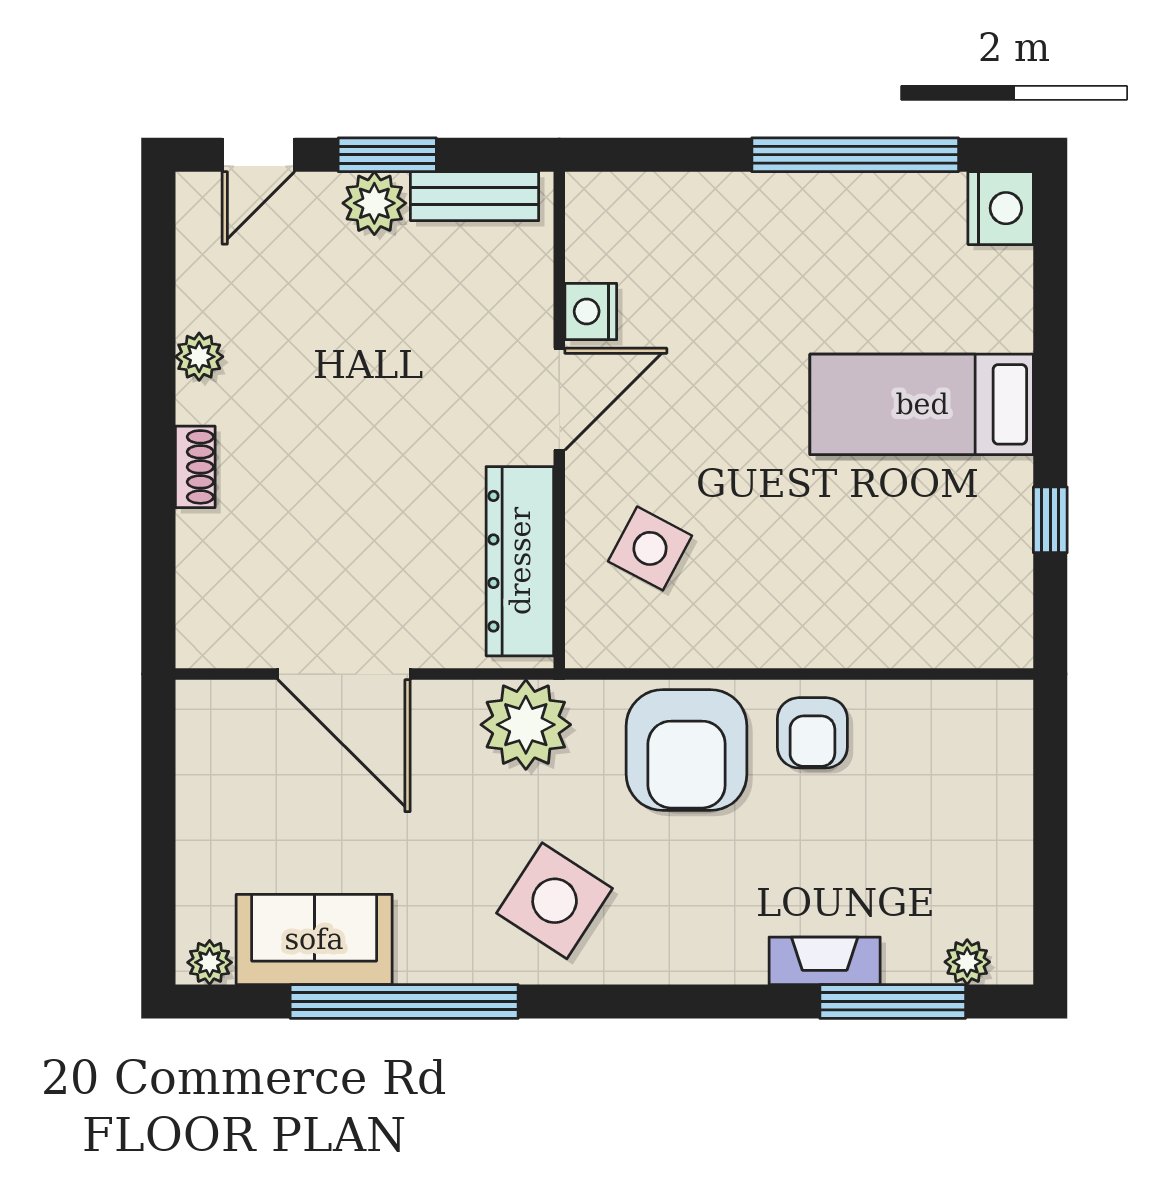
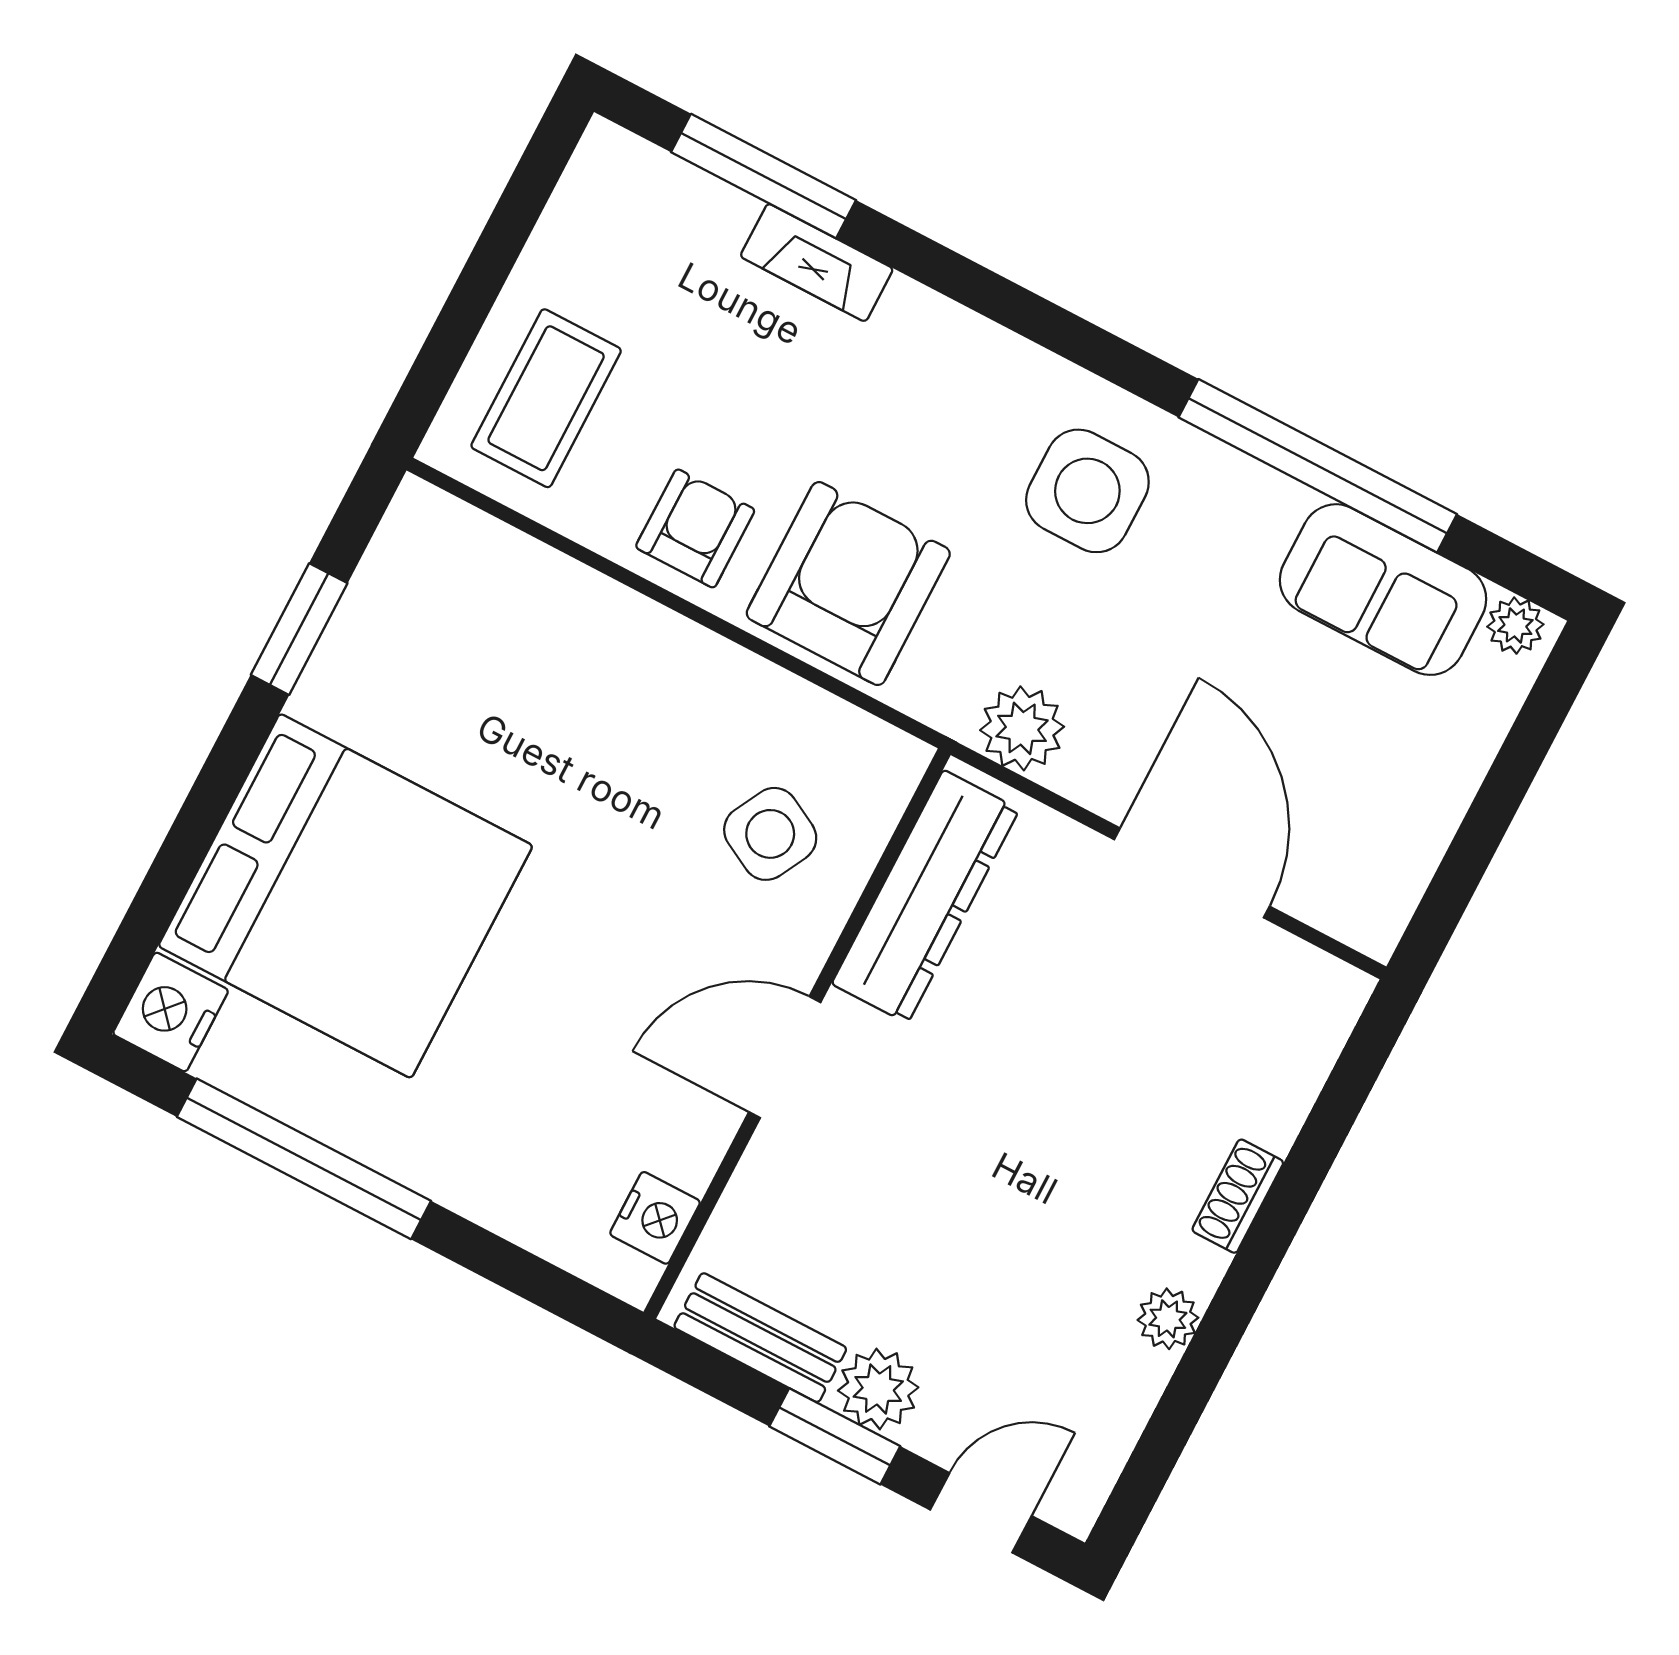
nightstand: (591, 311) -> (655, 1218), moved
bed: (922, 404) -> (345, 896), width x2.04
window: (1050, 520) -> (299, 629), width x1.50
plant: (526, 725) -> (1022, 728), width x0.73, depth x0.73
coffee table: (963, 769) -> (546, 398), added
side table: (555, 901) -> (1087, 491), turned -33
plant: (967, 962) -> (656, 177), removed

